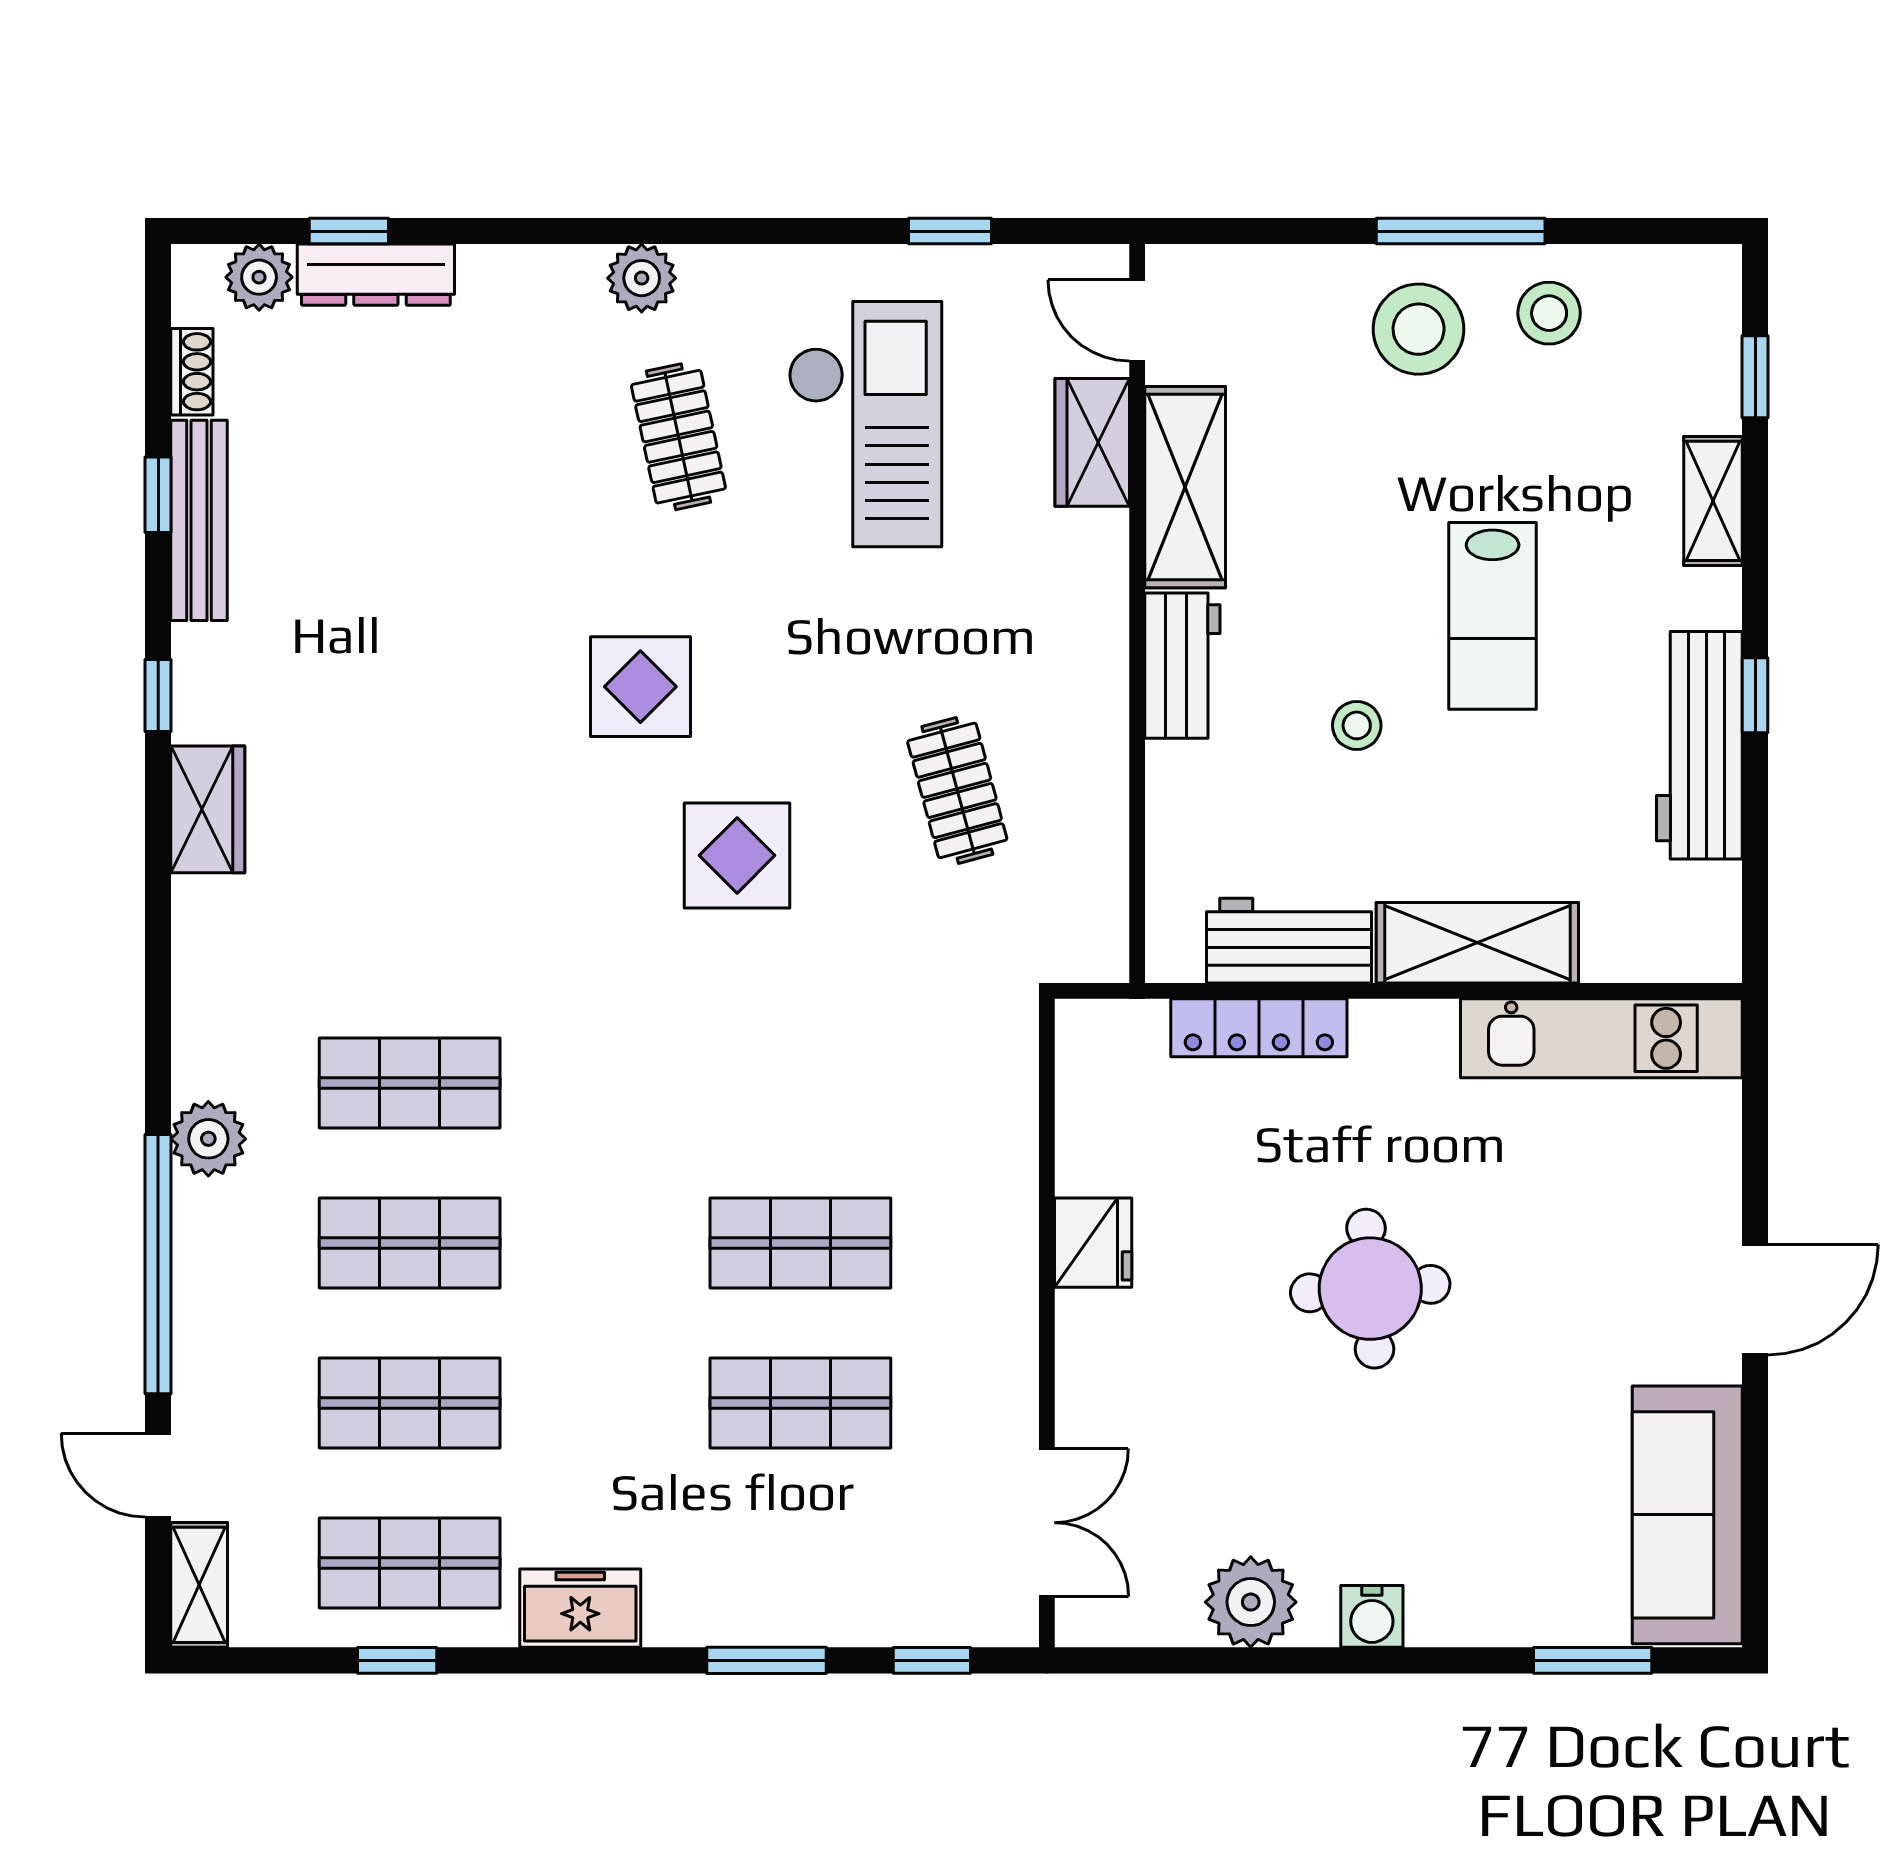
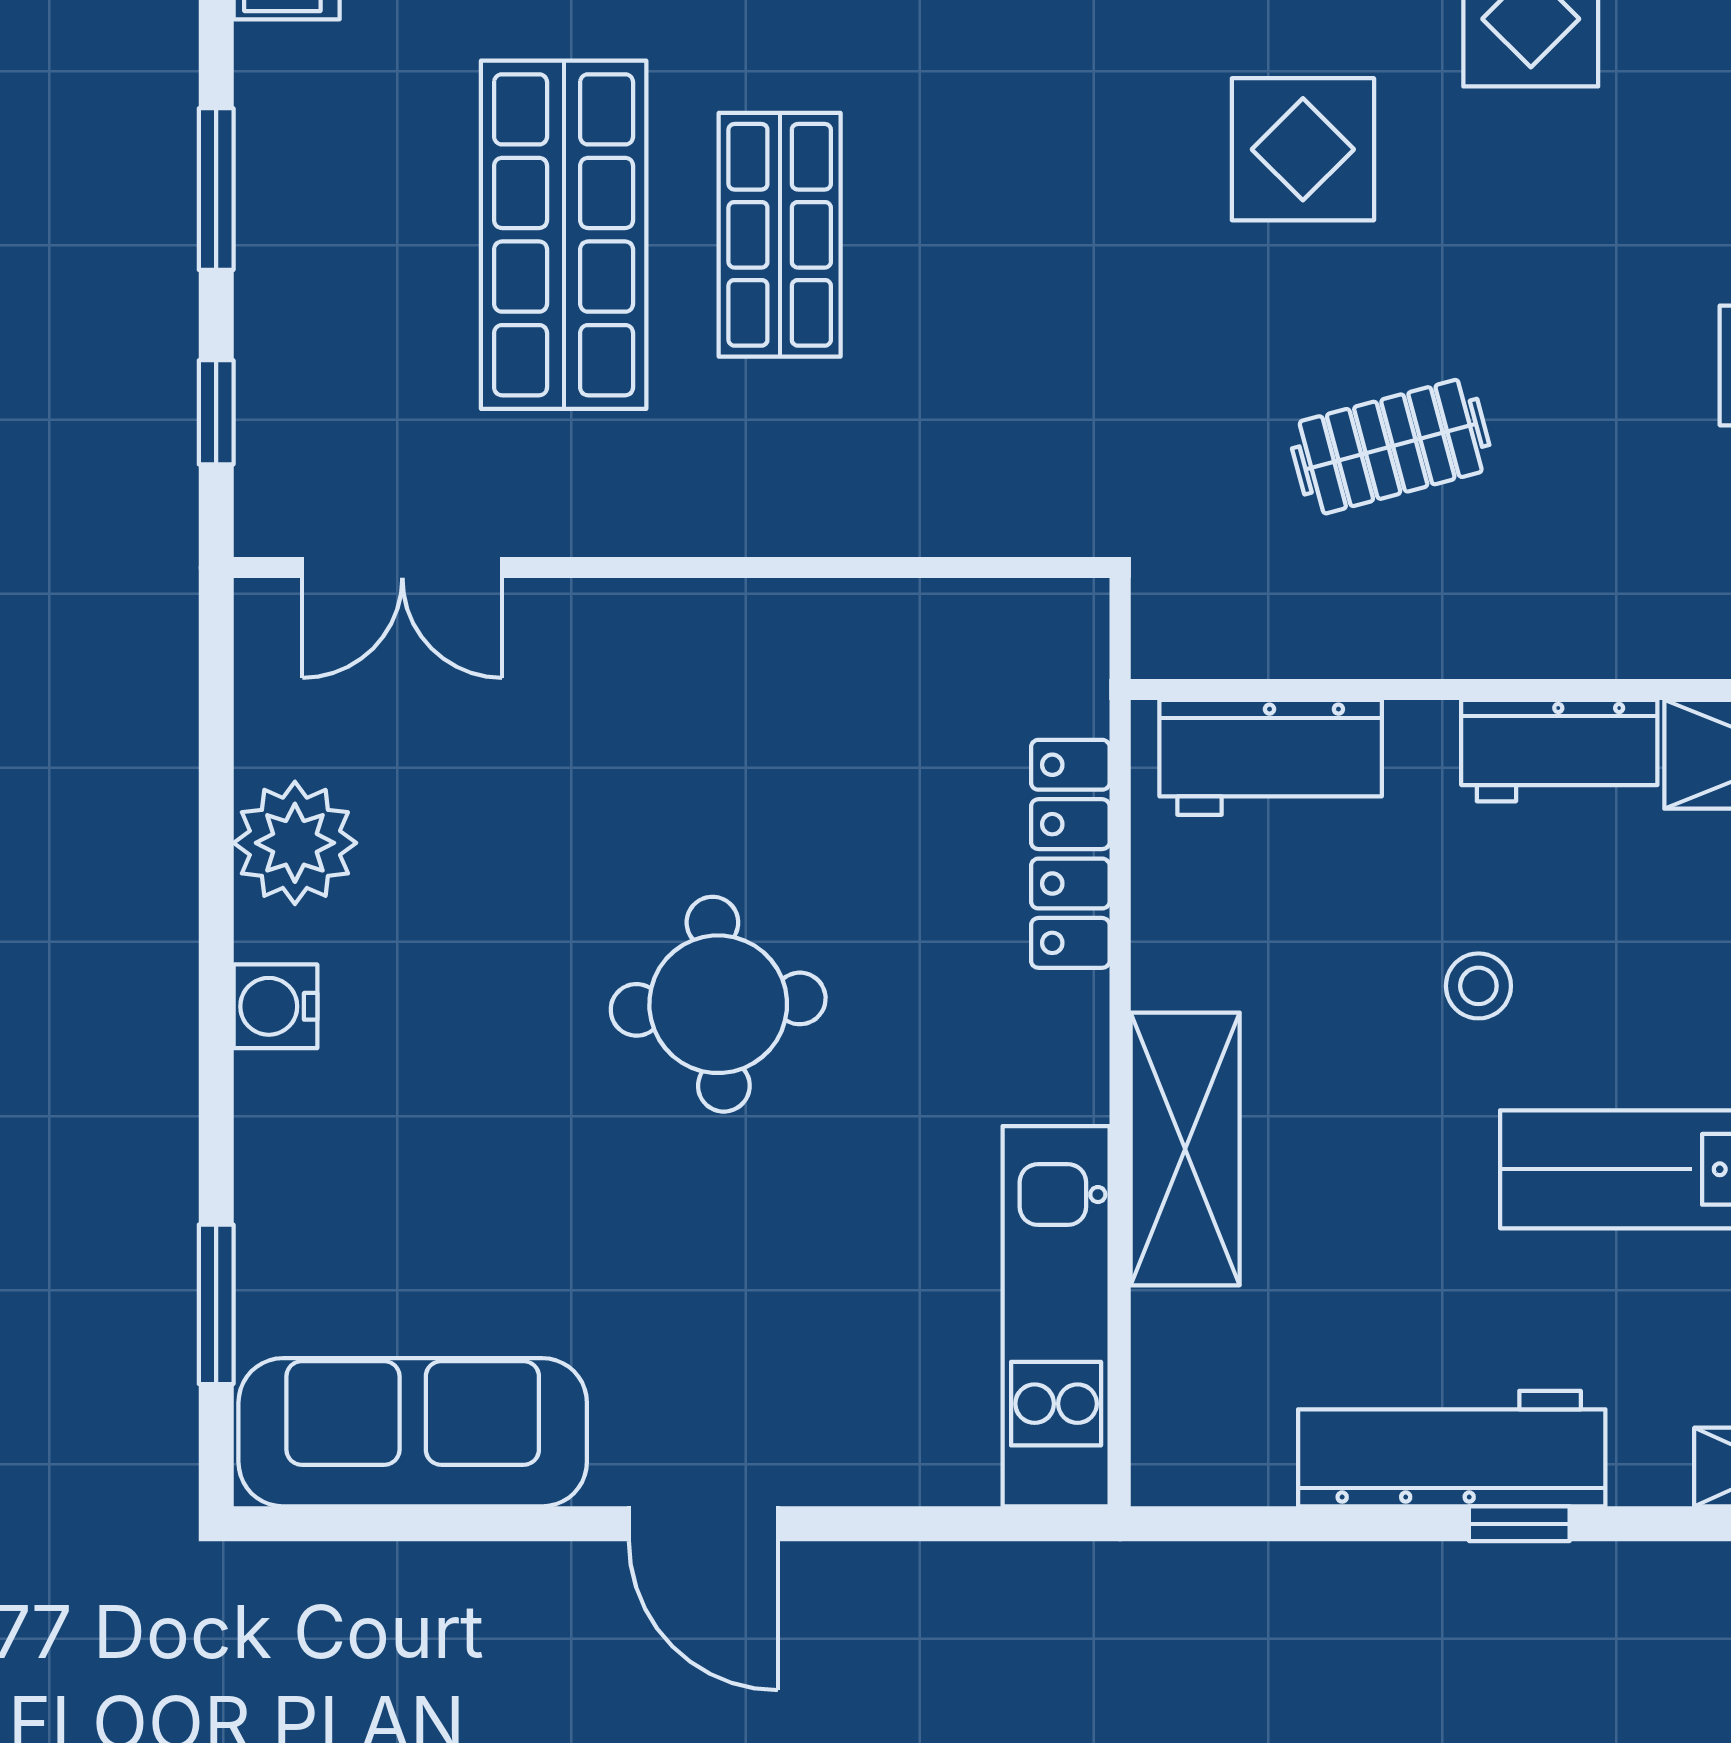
workbench: (1289, 941) -> (1271, 757), moved, turned 90
fridge: (1093, 1243) -> (780, 630), removed
shop shelf: (800, 1403) -> (564, 235), width x1.43, depth x1.36

